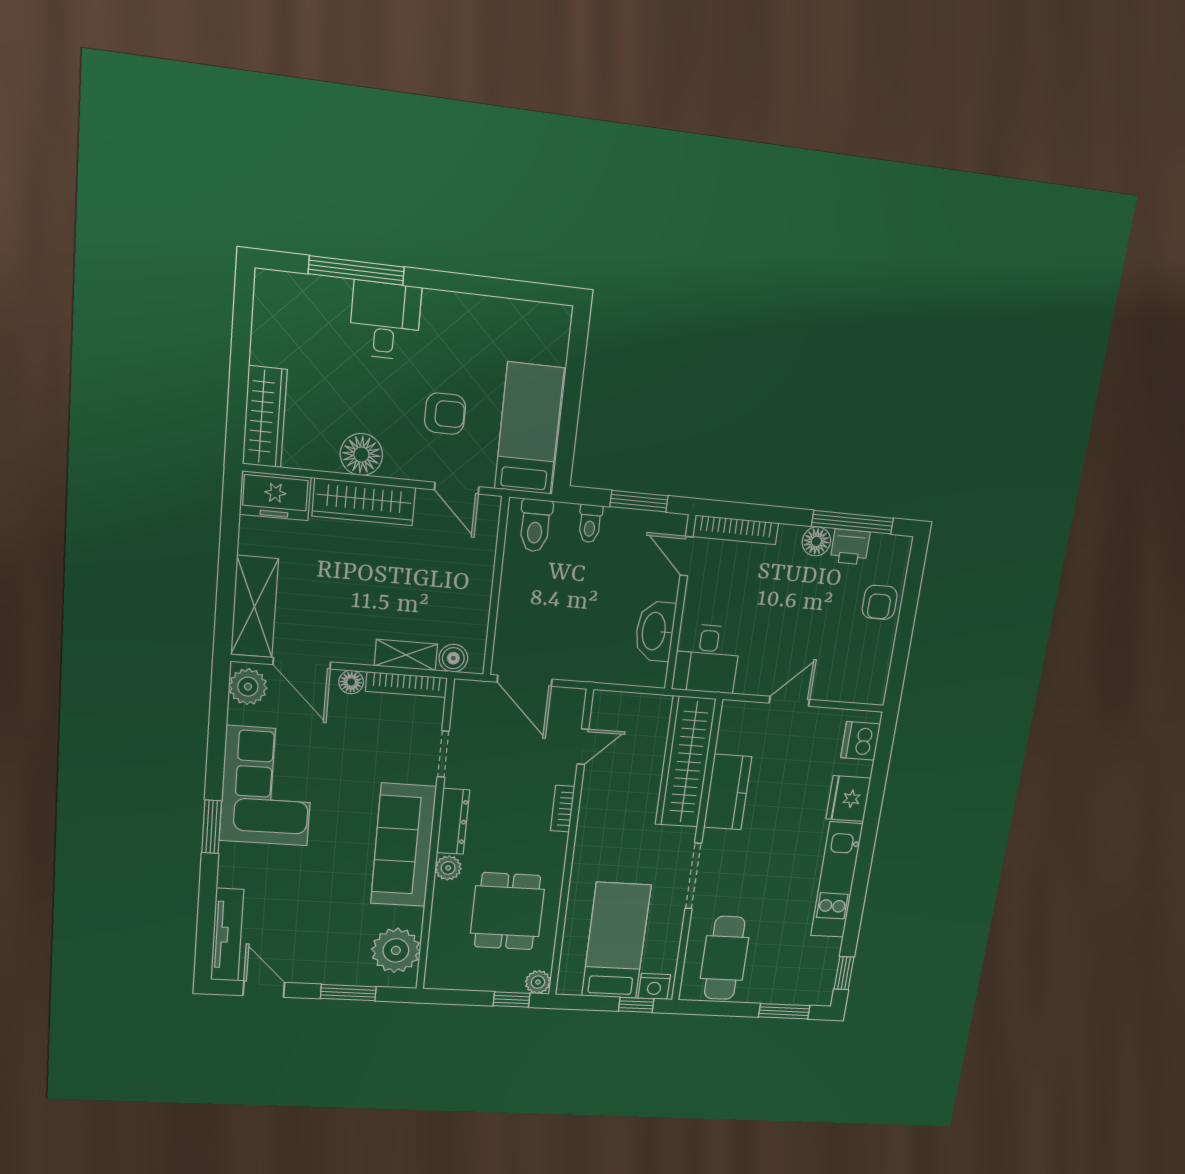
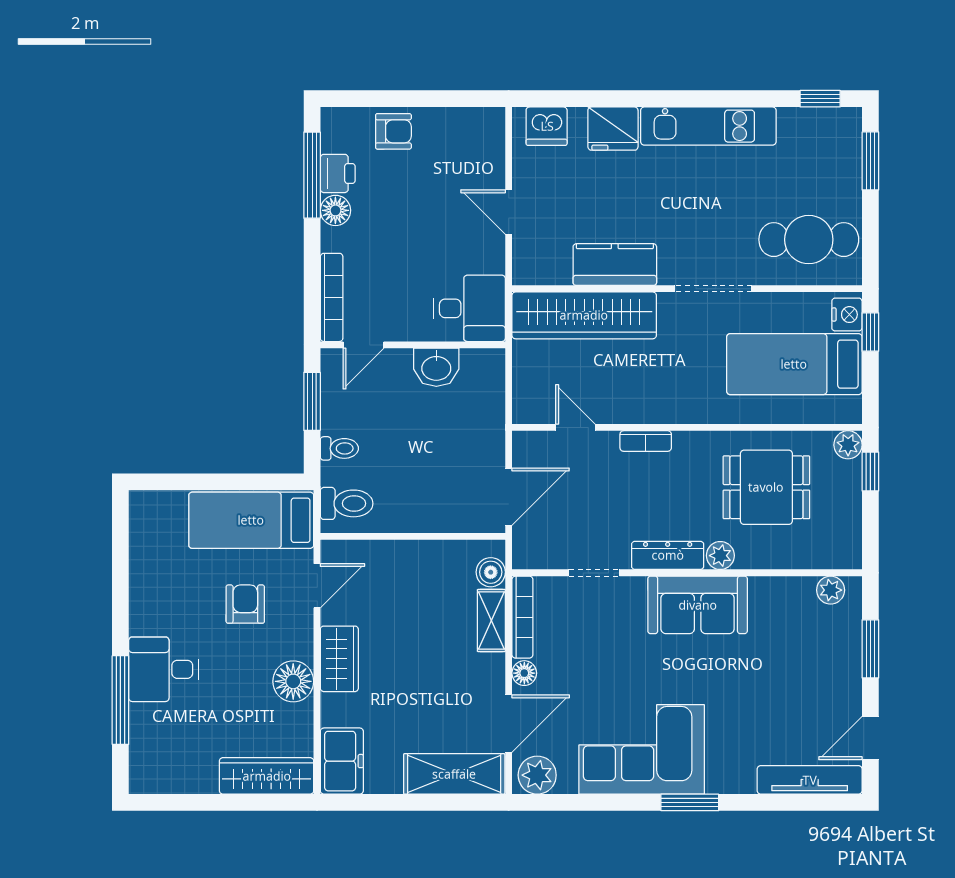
wardrobe: (364, 502) -> (339, 659), width x0.67
washbasin: (655, 631) -> (436, 367), width x0.72
sofa: (403, 845) -> (698, 605), width x0.73
plant: (396, 950) -> (831, 590), width x0.53, depth x0.53

